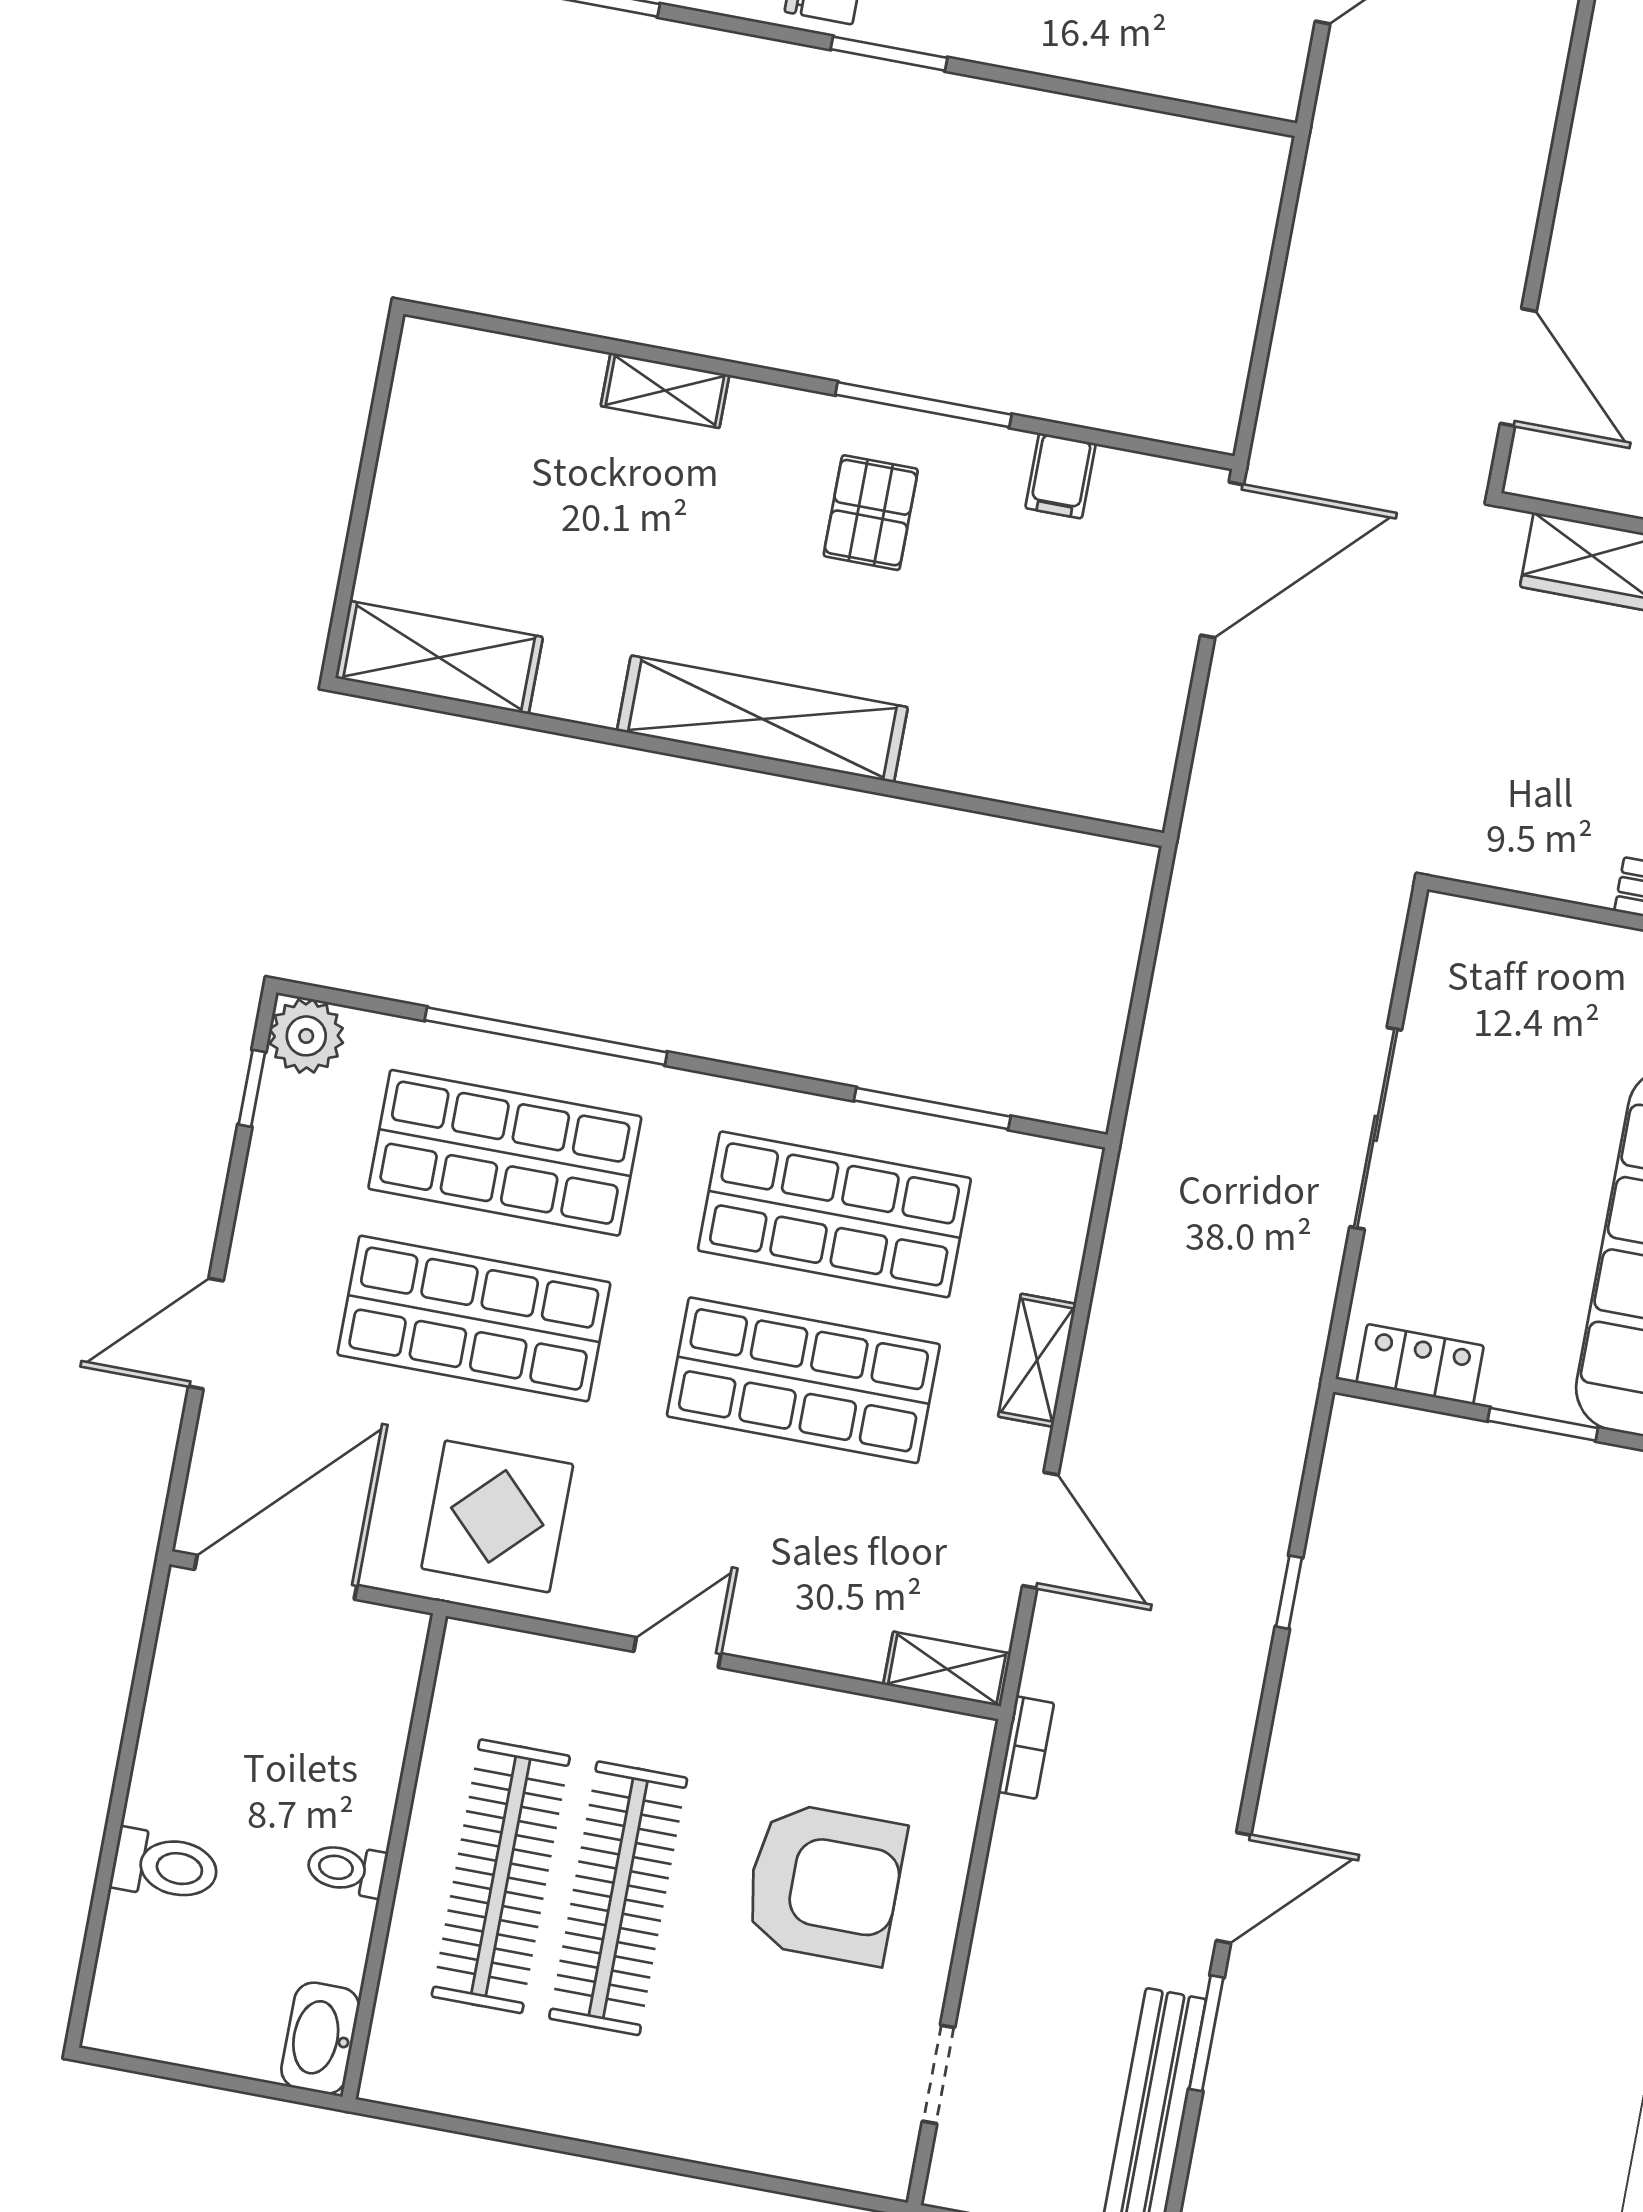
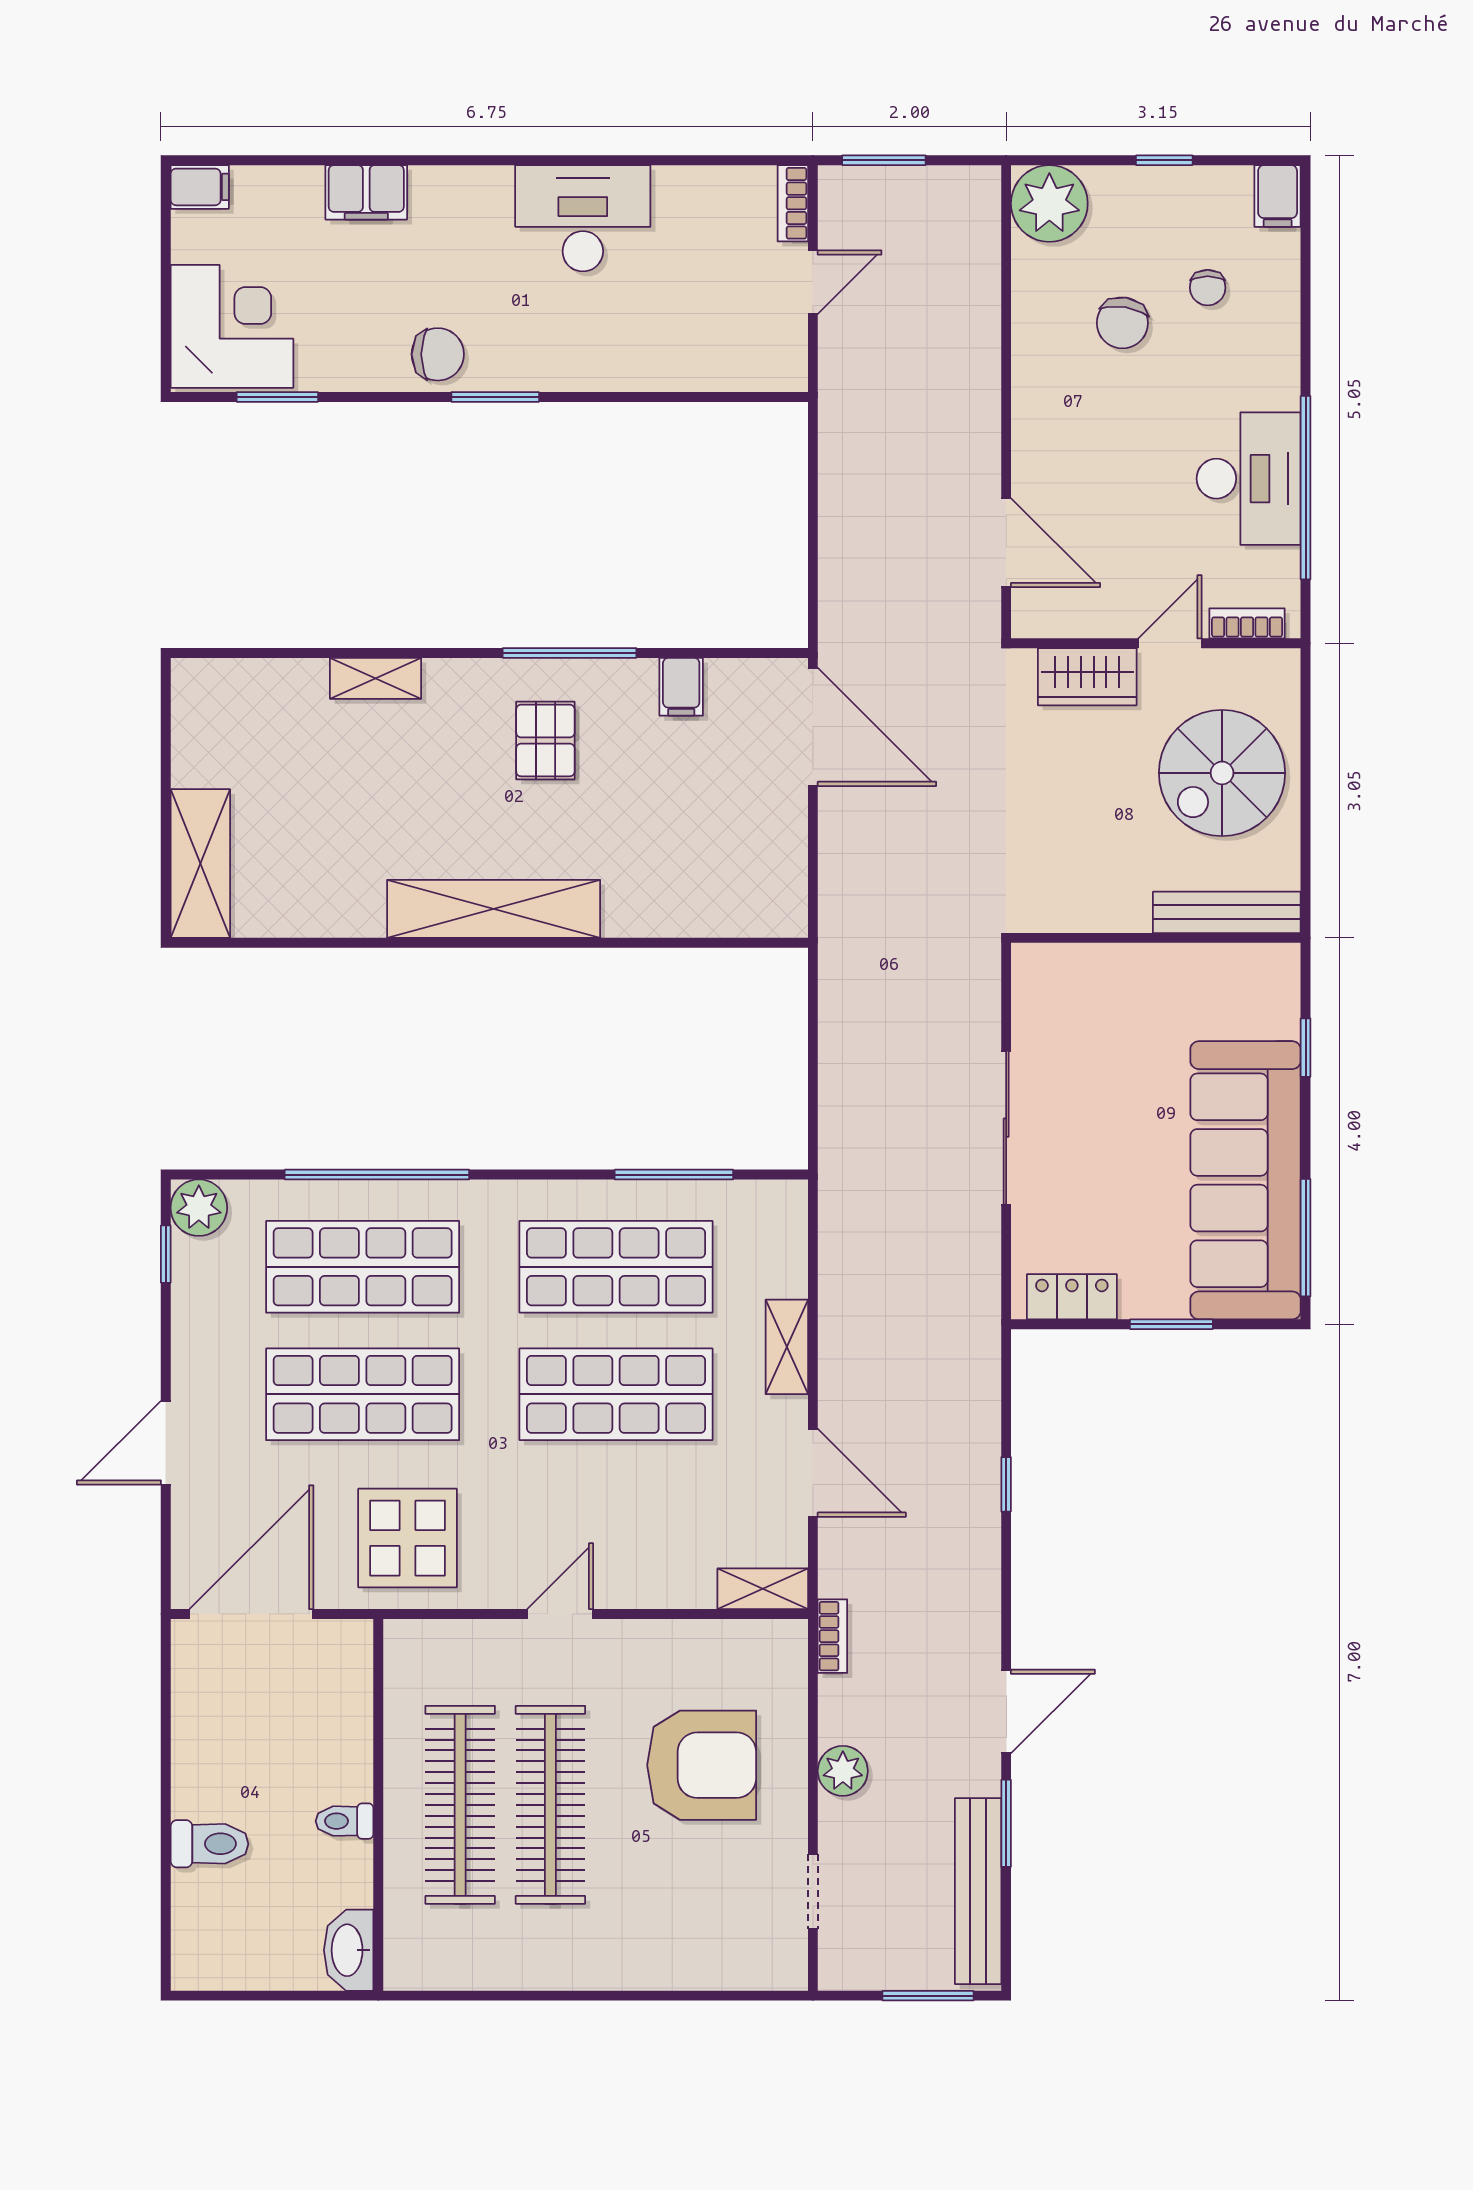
door: (1222, 560) -> (813, 727), hinge flipped
shelving: (439, 658) -> (200, 864), moved, turned 90
plant: (1007, 1925) -> (843, 1771), added

